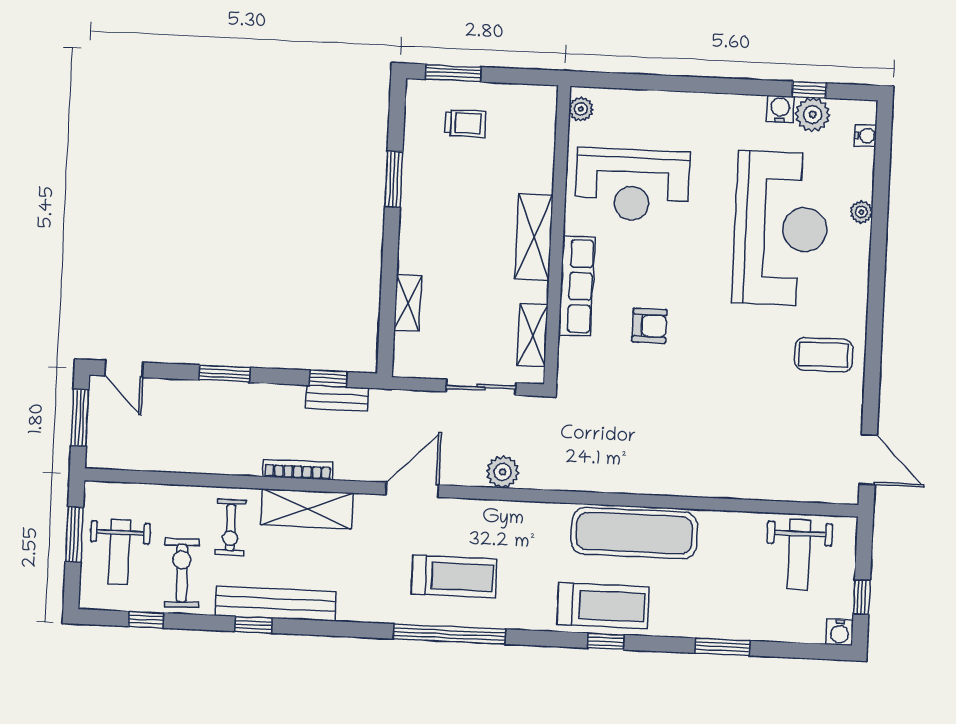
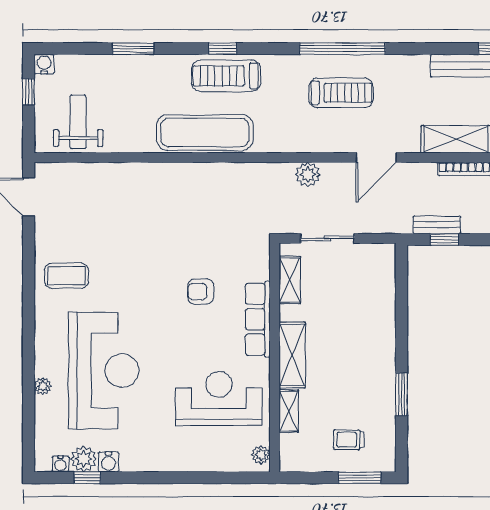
water cooler: (865, 136) -> (60, 464), moved, turned -90
reception desk: (781, 229) -> (104, 371), turned 180
shelving: (408, 303) -> (289, 411), moved
treadmill: (454, 576) -> (341, 93), turned 180

